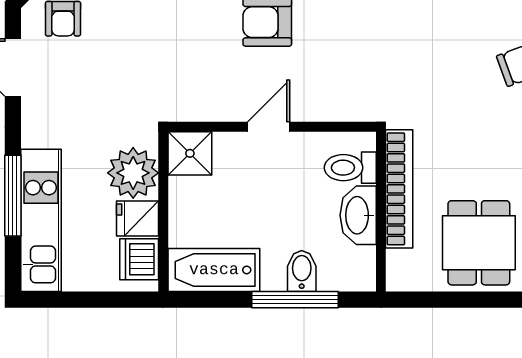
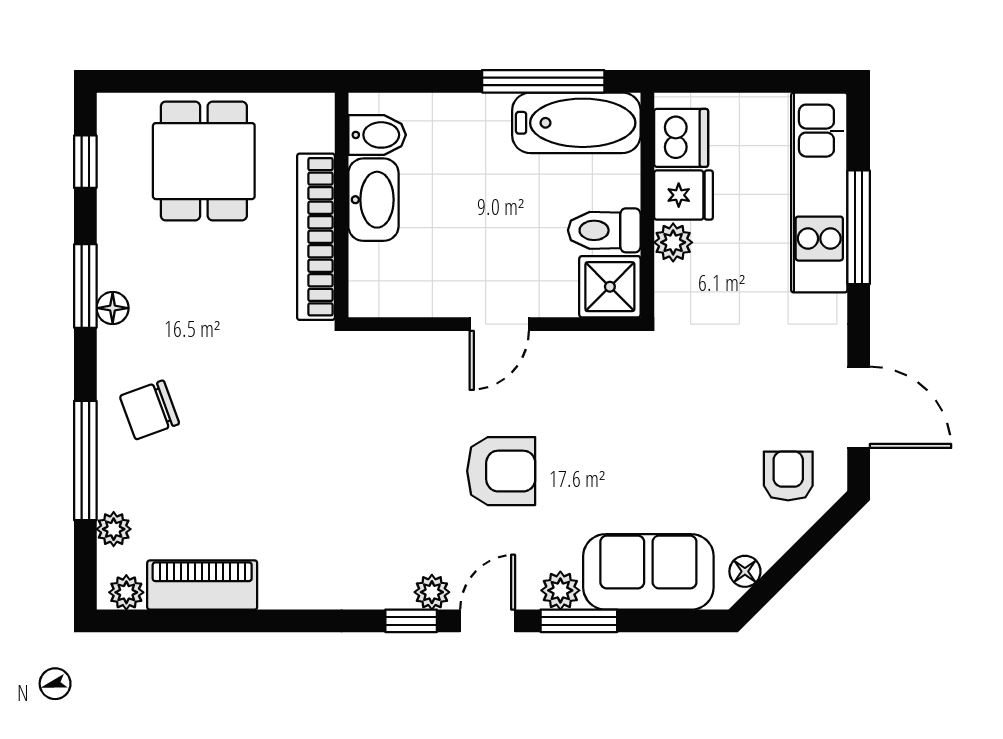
toilet: (350, 168) -> (604, 230), moved, turned 180
plant: (133, 173) -> (673, 242), width x0.53, depth x0.53
bidet: (302, 271) -> (377, 135), moved, turned -90
window: (295, 300) -> (543, 81), moved

